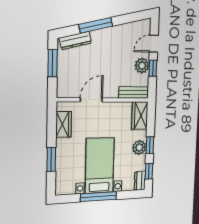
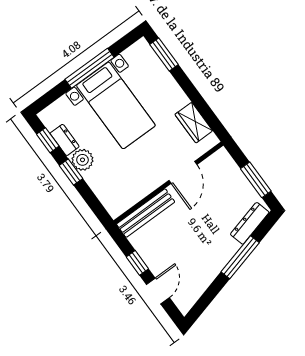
plant: (142, 66) -> (153, 256), removed
bench: (134, 92) -> (146, 213), width x1.36
wardrobe: (140, 115) -> (111, 197), removed
window: (51, 160) -> (164, 55), moved
dresser: (140, 181) -> (65, 140), moved

